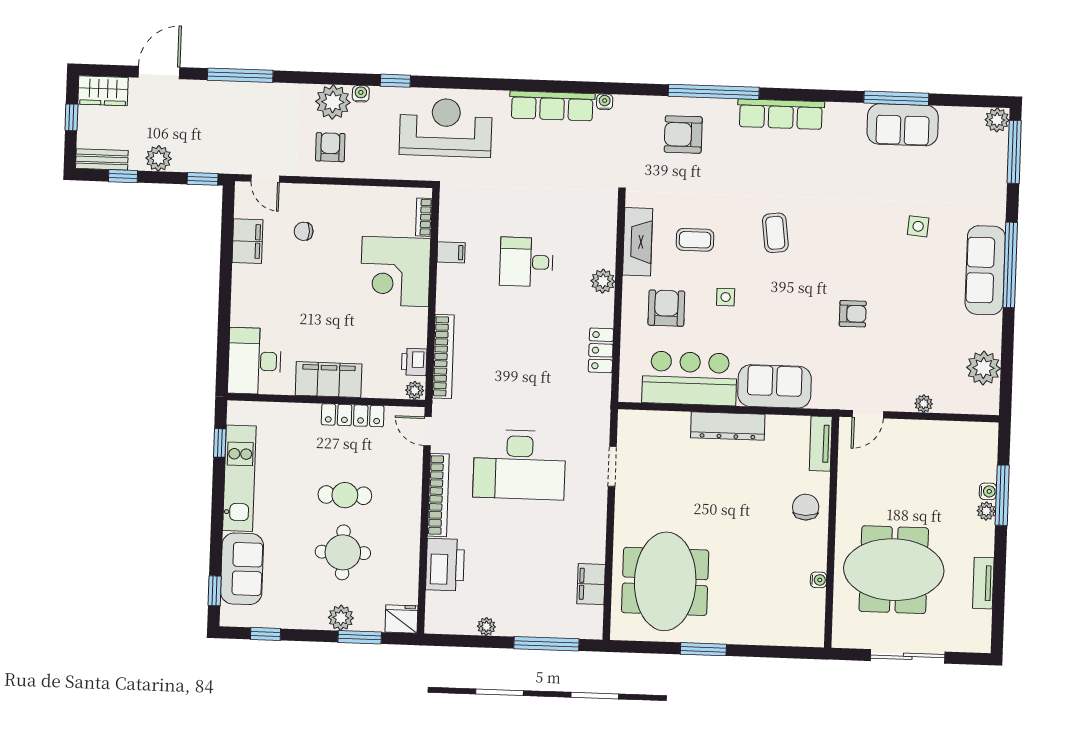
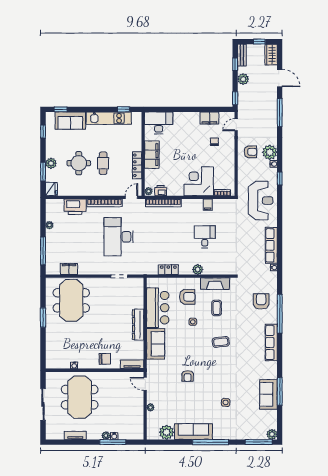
sofa: (985, 270) -> (193, 432), moved
meeting table: (665, 581) -> (71, 300), turned 90

